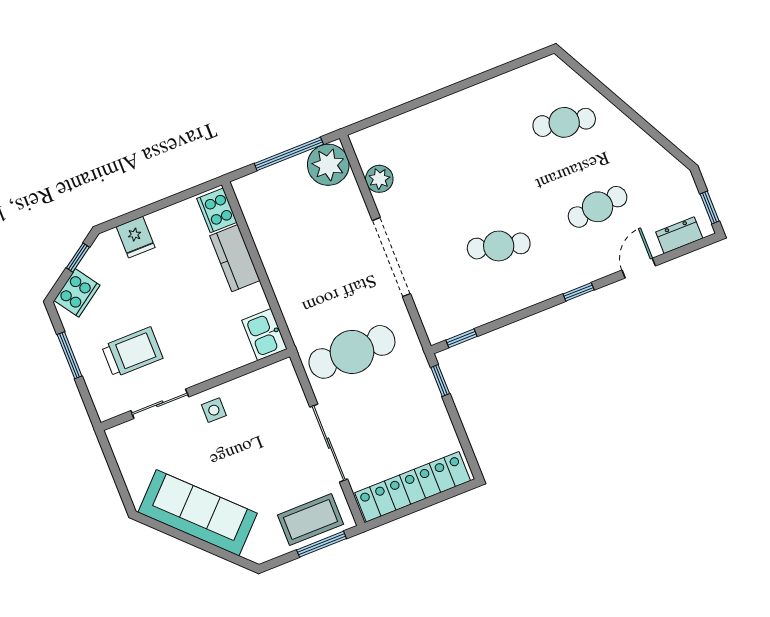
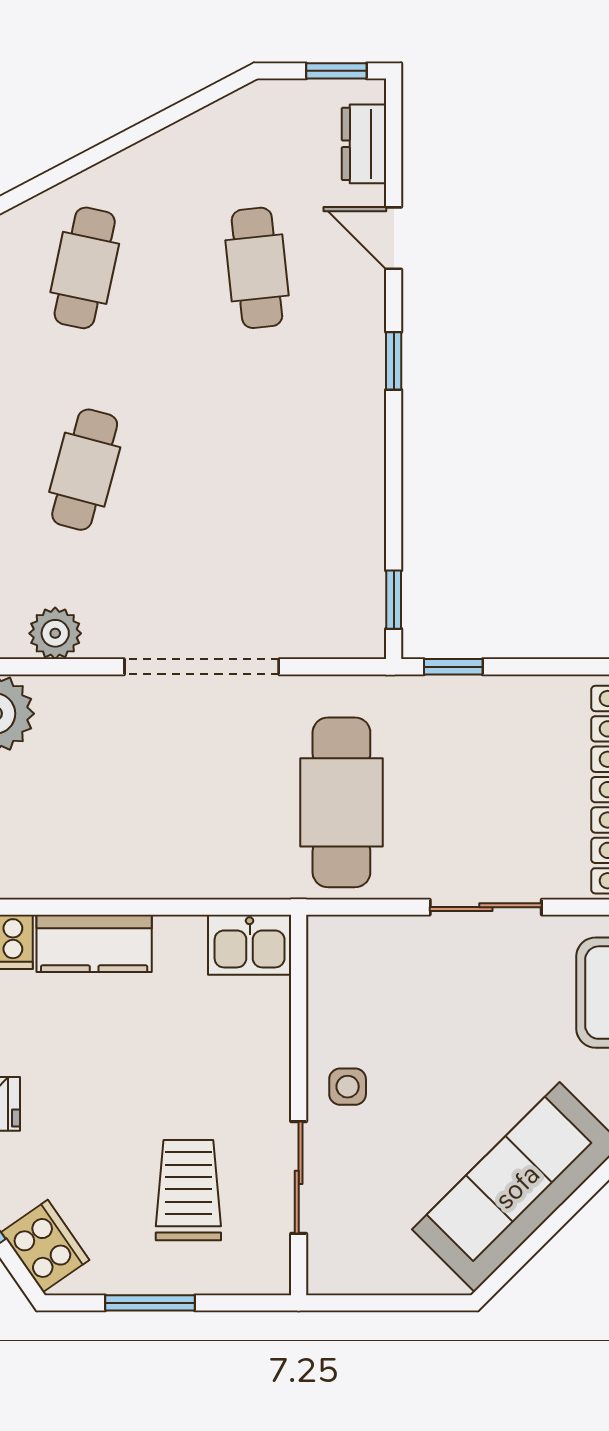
cafe table: (499, 246) -> (85, 470), moved
sliding door: (329, 443) -> (486, 907), width x0.73

